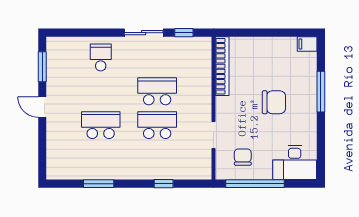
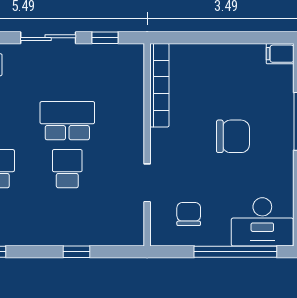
school desk: (157, 125) -> (67, 169), width x0.54
window: (255, 184) -> (235, 252), moved

